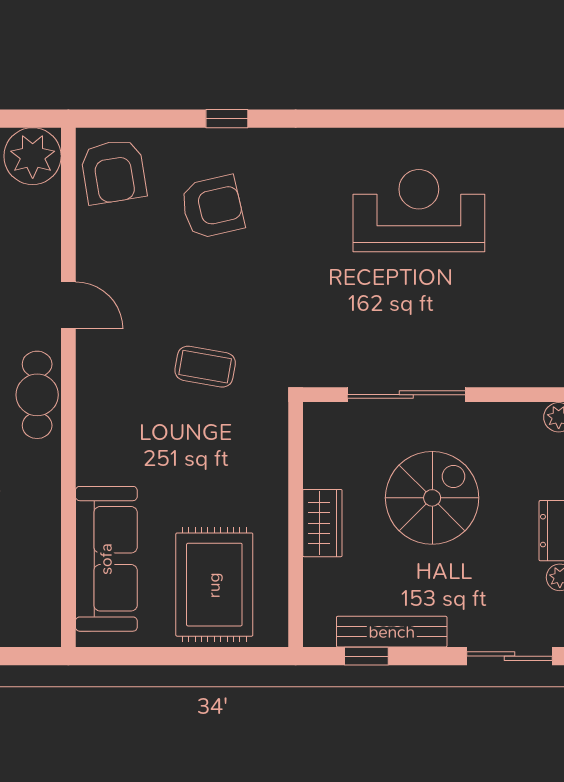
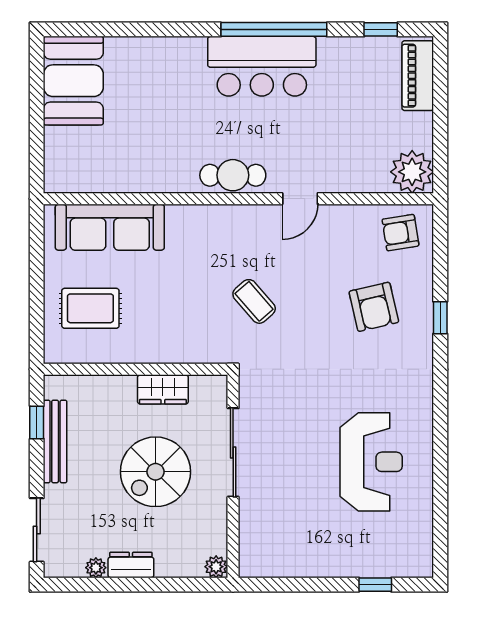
armchair: (113, 172) -> (400, 233), width x0.72, depth x0.72
coffee table: (205, 367) -> (254, 301), turned -51
spiral stairs: (432, 498) -> (155, 472), turned 90
wardrobe: (322, 523) -> (163, 389), moved
rug: (214, 585) -> (90, 308), width x0.73, depth x0.70

